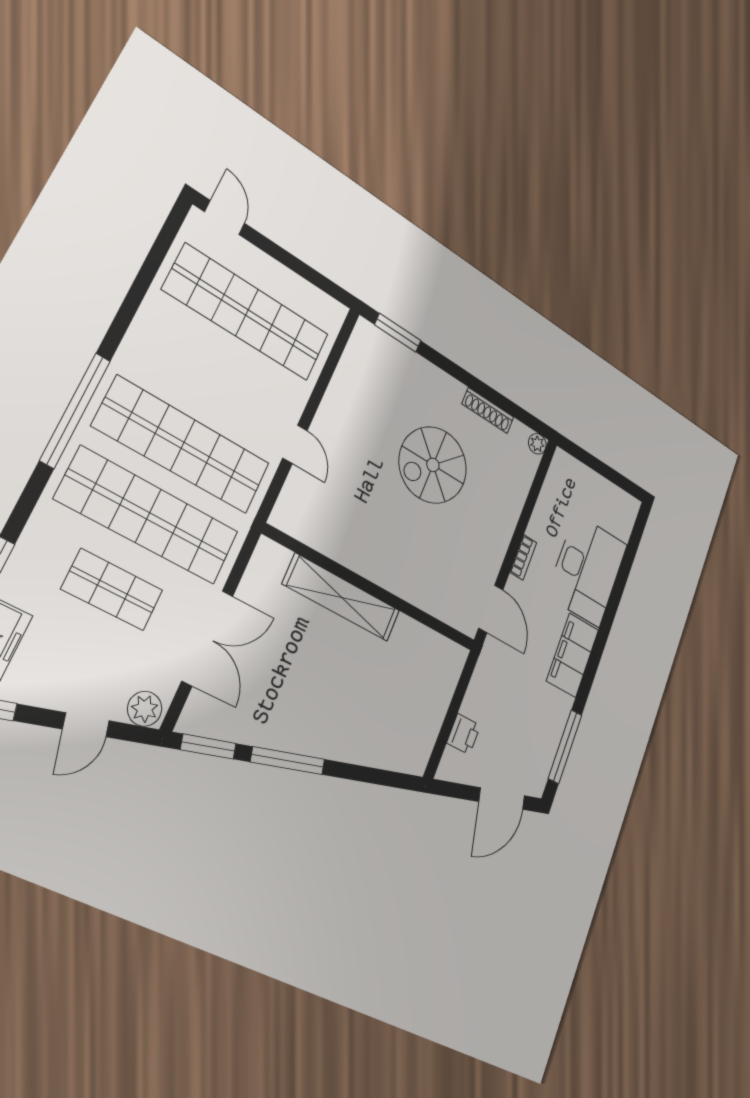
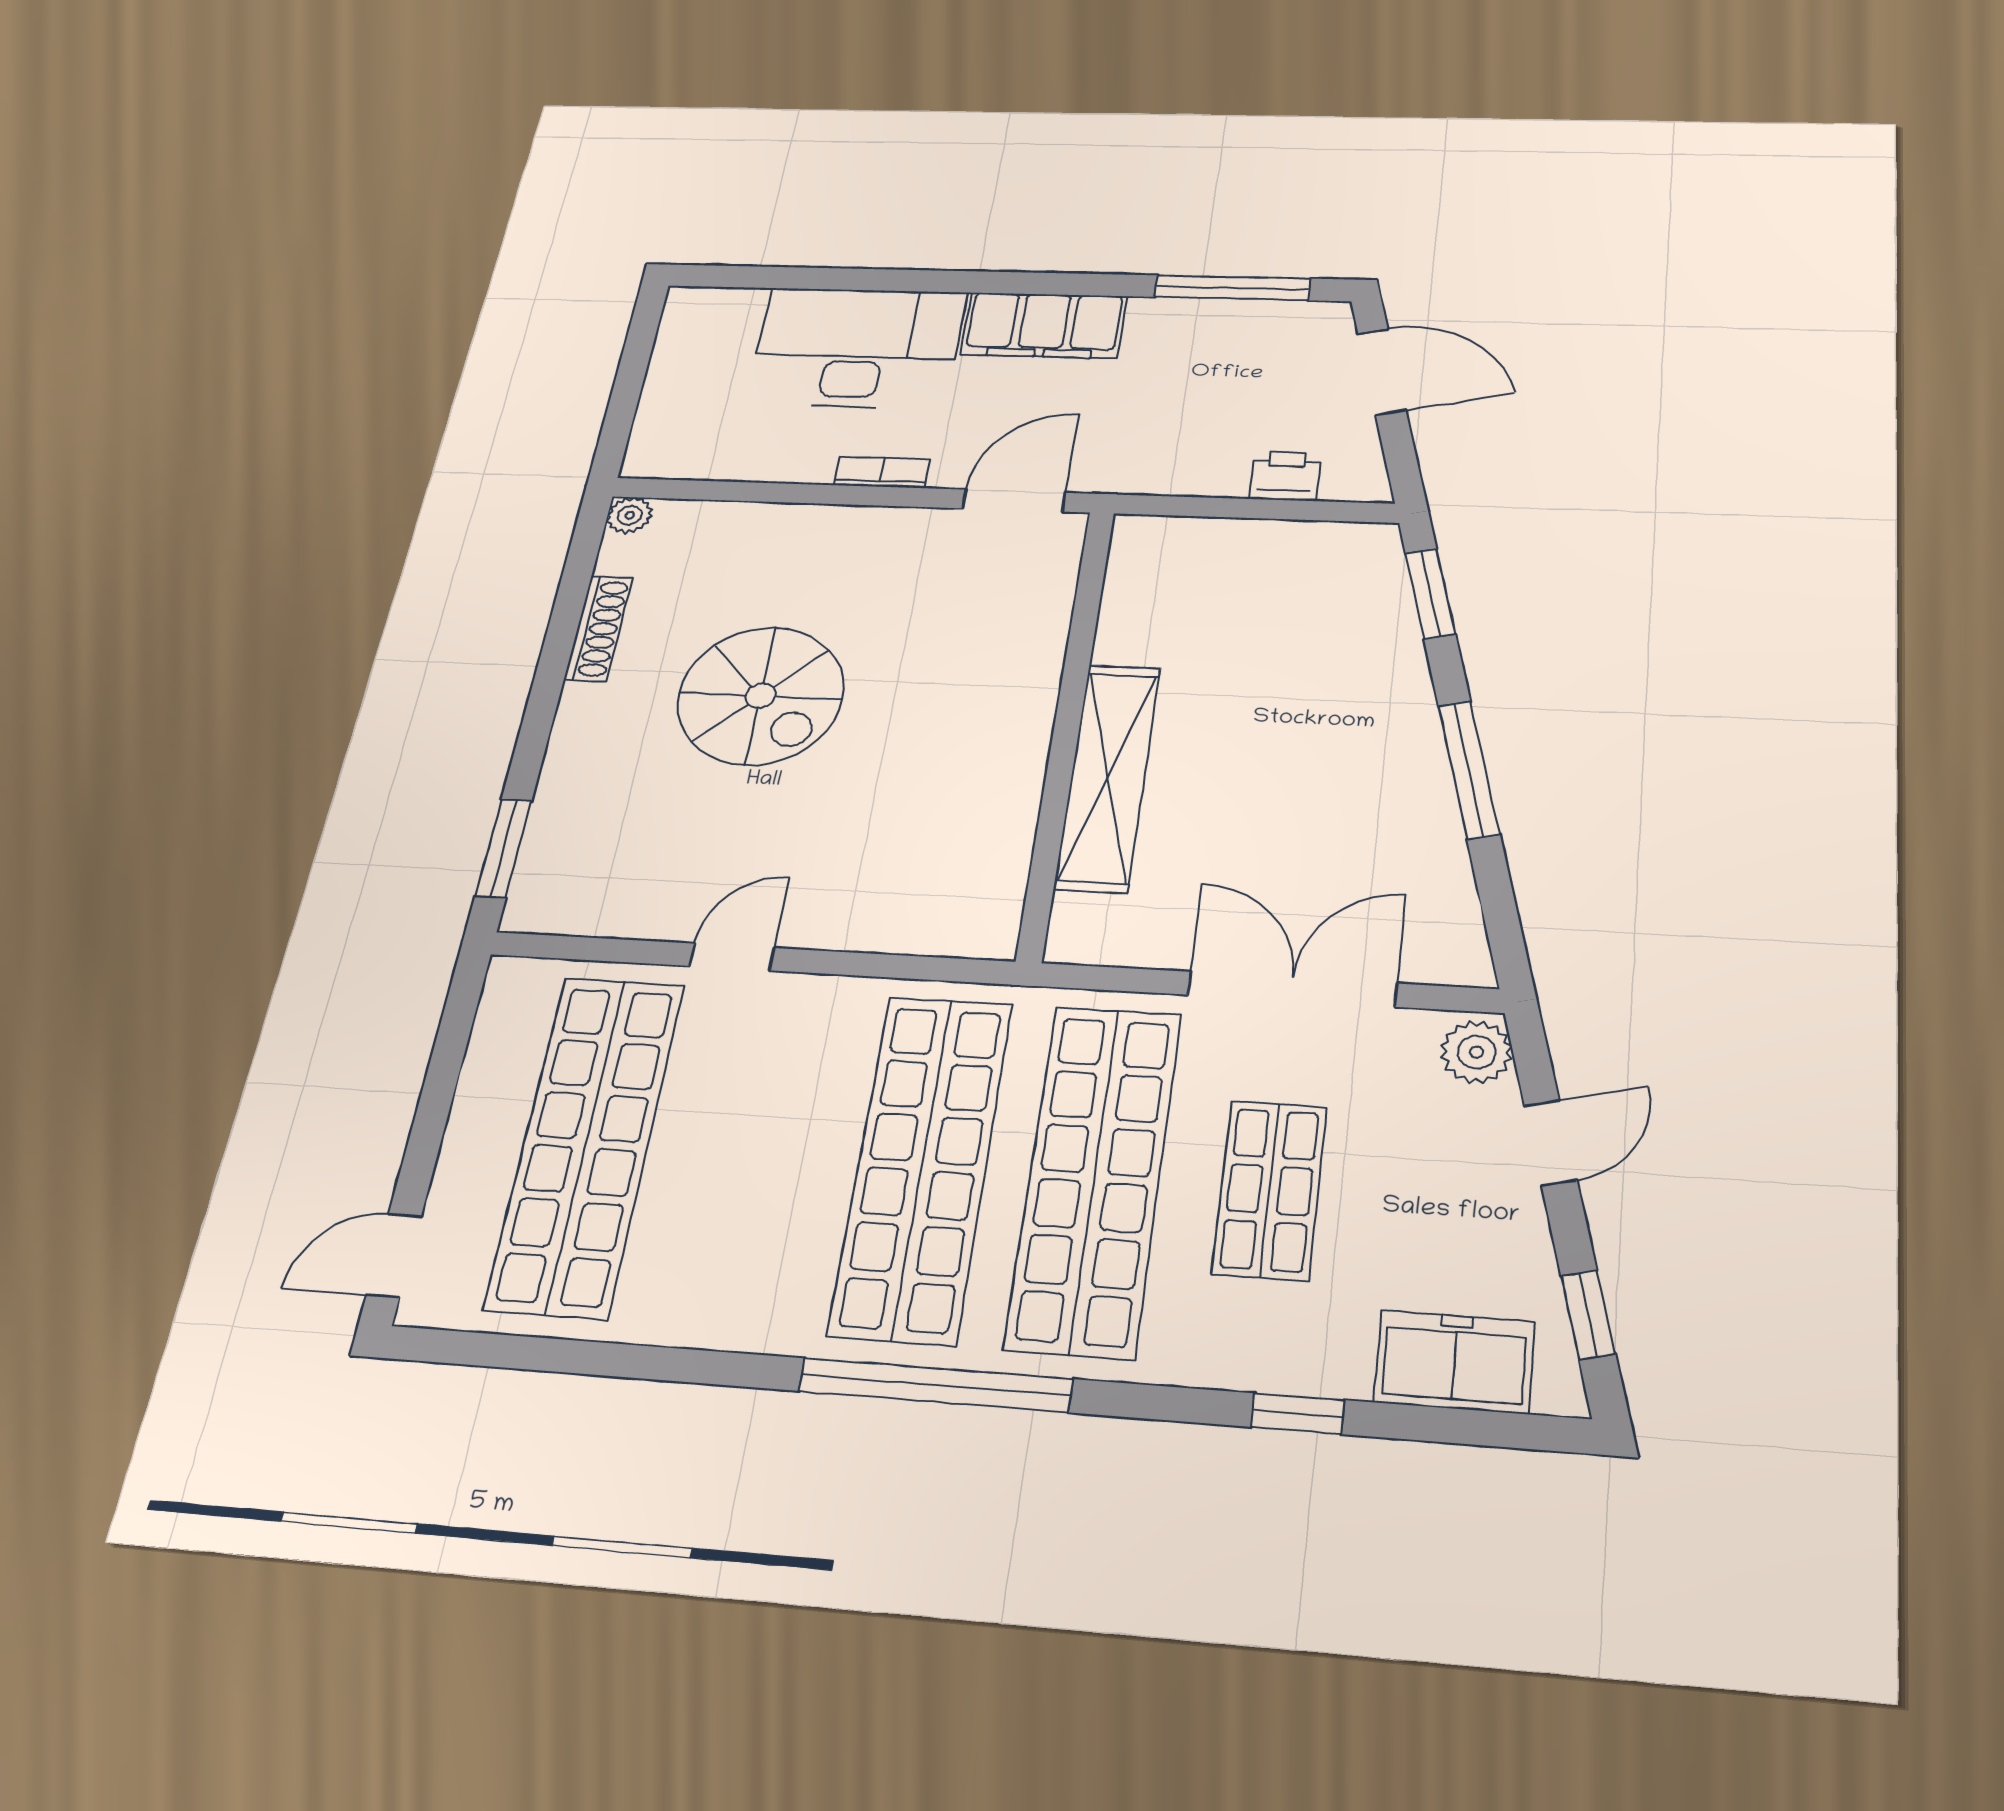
door: (295, 444) -> (732, 957), moved
door: (86, 725) -> (1550, 1143), hinge flipped
window: (208, 747) -> (1430, 594), moved

